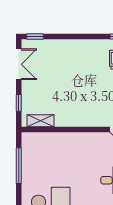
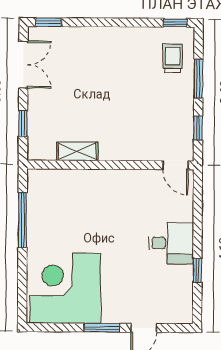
shelving: (41, 121) -> (77, 151), moved

